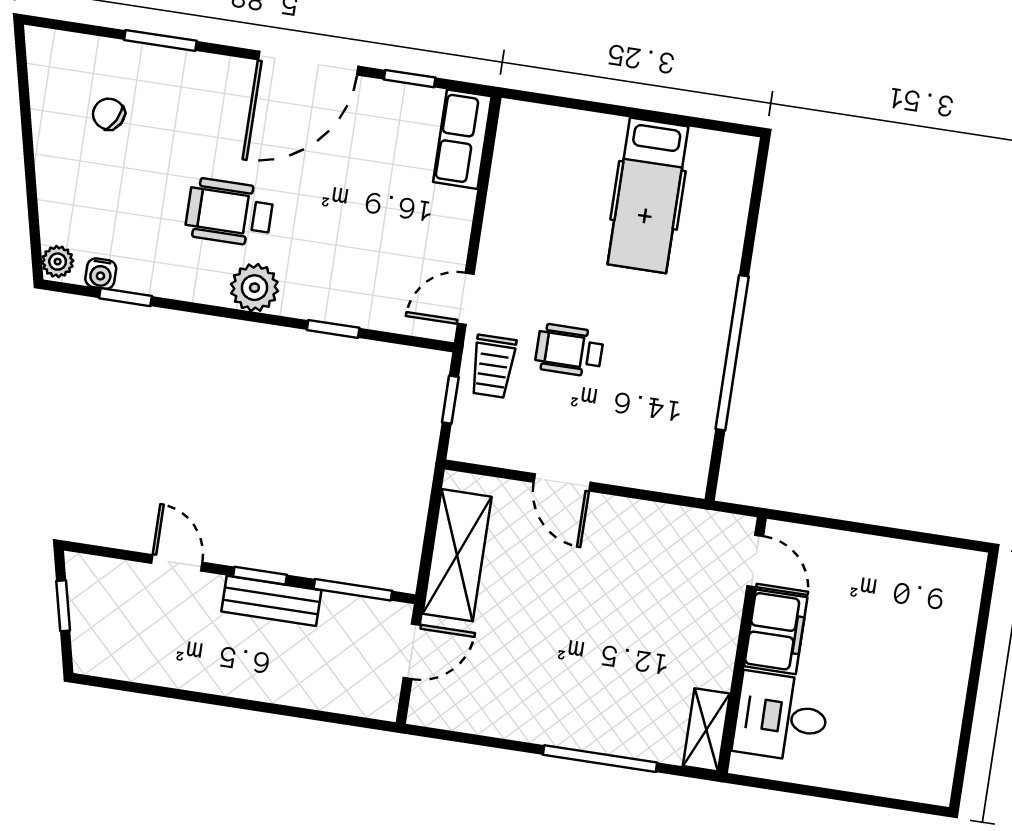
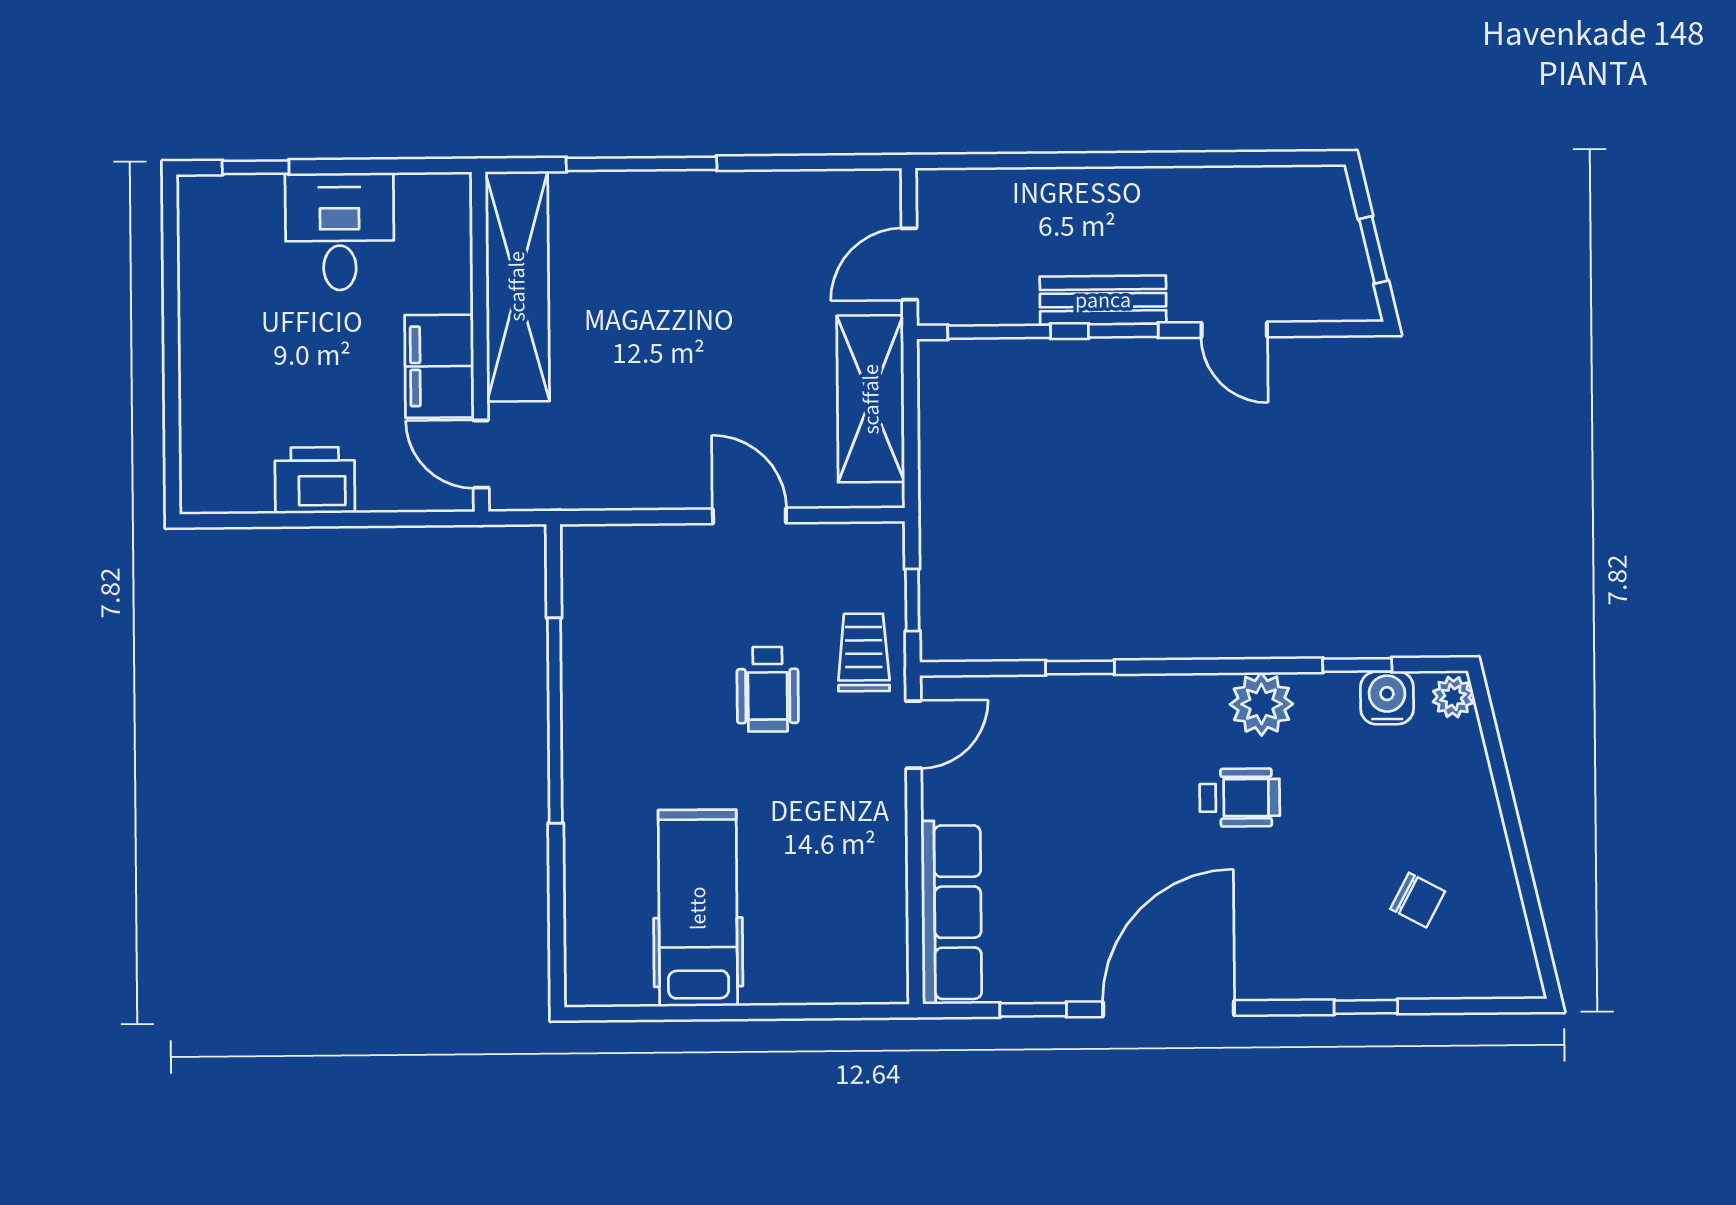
window: (160, 40) -> (1366, 1007), width x0.67
row of seats: (462, 139) -> (951, 912), width x1.48
wheelchair: (229, 212) -> (1240, 798), width x0.73, depth x0.73
water cooler: (101, 274) -> (1387, 698), width x1.38, depth x1.38
plant: (254, 288) -> (1261, 704), moved
wheelchair: (569, 350) -> (768, 689), turned 90
printer: (883, 562) -> (315, 480), added
desk: (781, 717) -> (340, 232), moved, turned -90
shelving: (706, 730) -> (517, 286), width x2.20, depth x1.33
window: (889, 803) -> (256, 167), added

